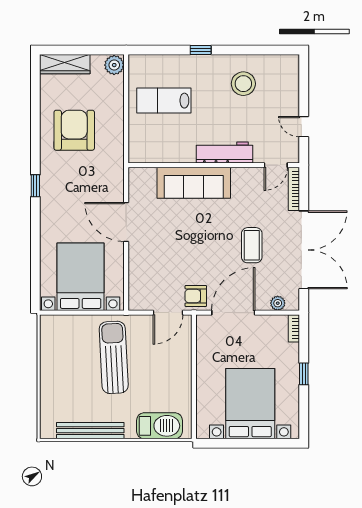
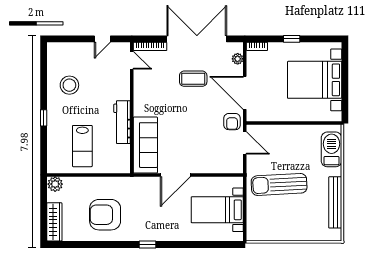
workbench: (224, 152) -> (122, 122), moved
sofa: (194, 183) -> (145, 145), moved
bed with nightstands: (81, 277) -> (217, 210), width x0.73

